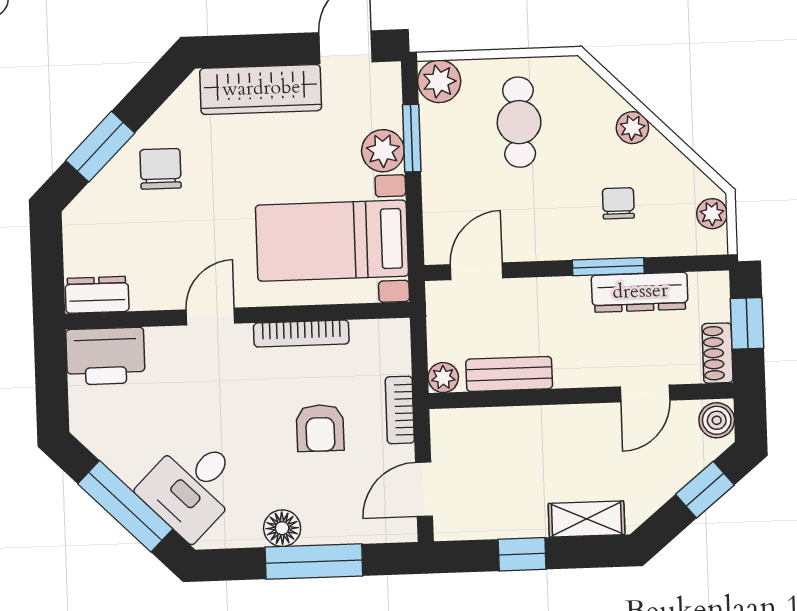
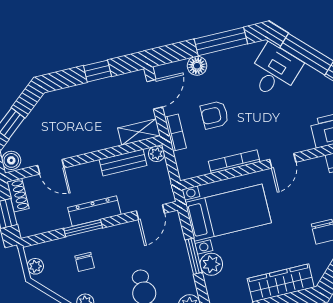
window: (412, 138) -> (194, 256), moved
dresser: (640, 292) -> (94, 211), moved
door: (645, 394) -> (51, 167), swing flipped
armchair: (320, 428) -> (215, 115), turned -90
shelving: (587, 519) -> (139, 132), moved
floor lamp: (282, 528) -> (197, 66), moved
window: (314, 562) -> (221, 41), moved

